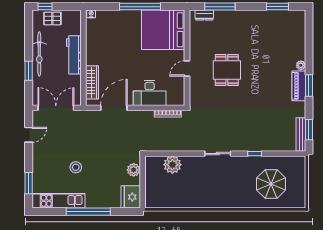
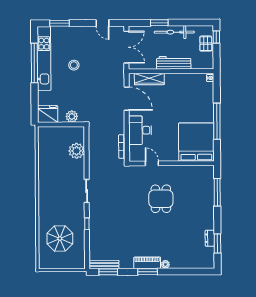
dresser: (204, 15) -> (210, 238), moved
door: (187, 68) -> (152, 163), moved
dining table: (227, 70) -> (161, 199), turned 90
kitchen unit: (59, 201) -> (44, 58), width x1.36
window: (88, 212) -> (34, 63), moved

